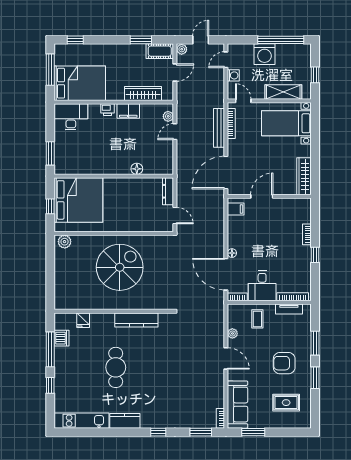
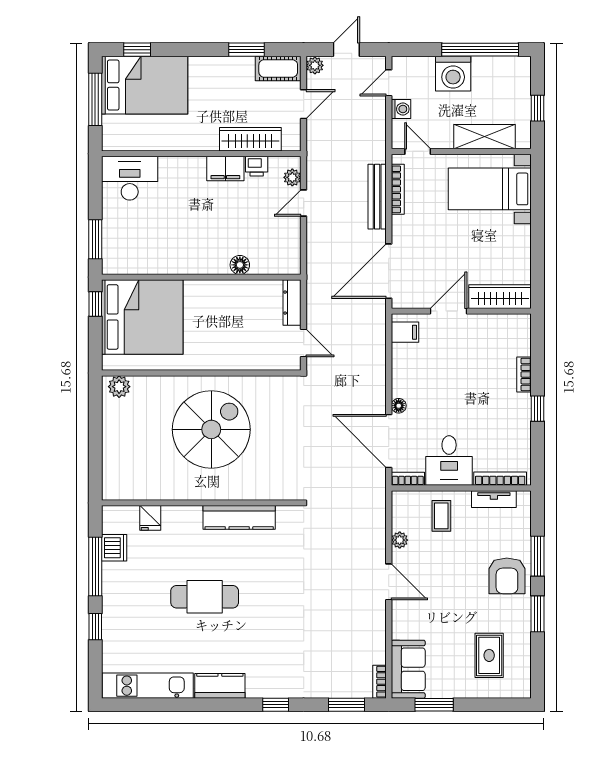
bed: (80, 83) -> (145, 85), moved
printer: (107, 110) -> (257, 166), moved
wardrobe: (304, 176) -> (500, 297), moved, turned 90
window: (50, 206) -> (95, 304), moved
armchair: (284, 363) -> (507, 576), moved, turned -90
cafe table: (116, 367) -> (205, 597), turned 90
rug: (286, 403) -> (489, 655), turned 90
sofa: (238, 405) -> (408, 669), width x0.73

